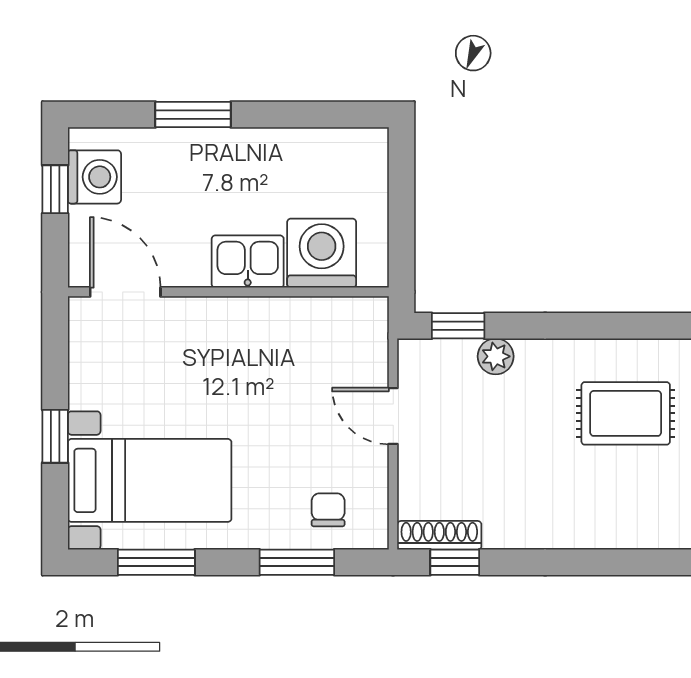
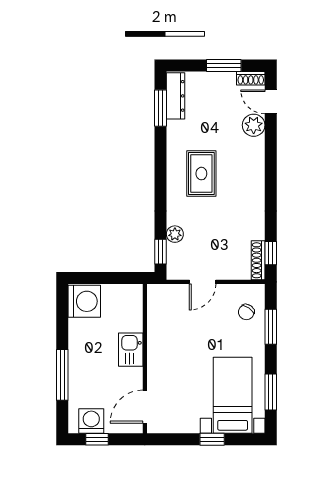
window: (193, 115) -> (62, 375), width x1.44
washing machine: (322, 253) -> (84, 301), moved, turned 180
chair: (328, 510) -> (246, 312), turned -56

